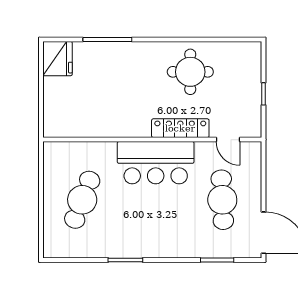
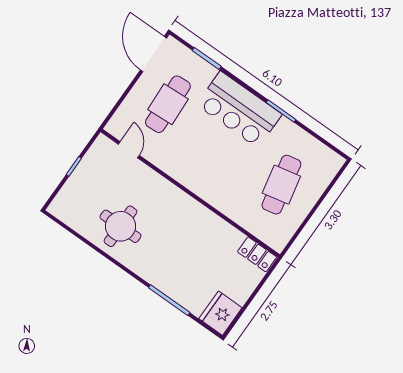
locker: (180, 128) -> (257, 254), moved, width x0.66
bar counter: (156, 163) -> (239, 110), moved, turned 180
cafe table: (82, 200) -> (281, 185), turned -33

